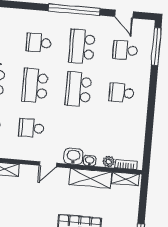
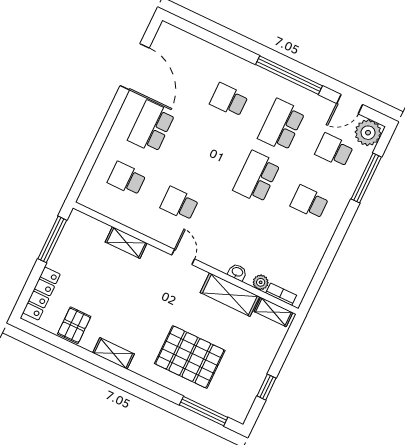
door: (124, 14) -> (350, 104), hinge flipped
plant: (144, 29) -> (368, 133), added
window: (156, 46) -> (366, 178), moved
school desk: (35, 85) -> (204, 152), removed
washbasin: (73, 156) -> (219, 259), removed
door: (48, 164) -> (183, 257), swing flipped

